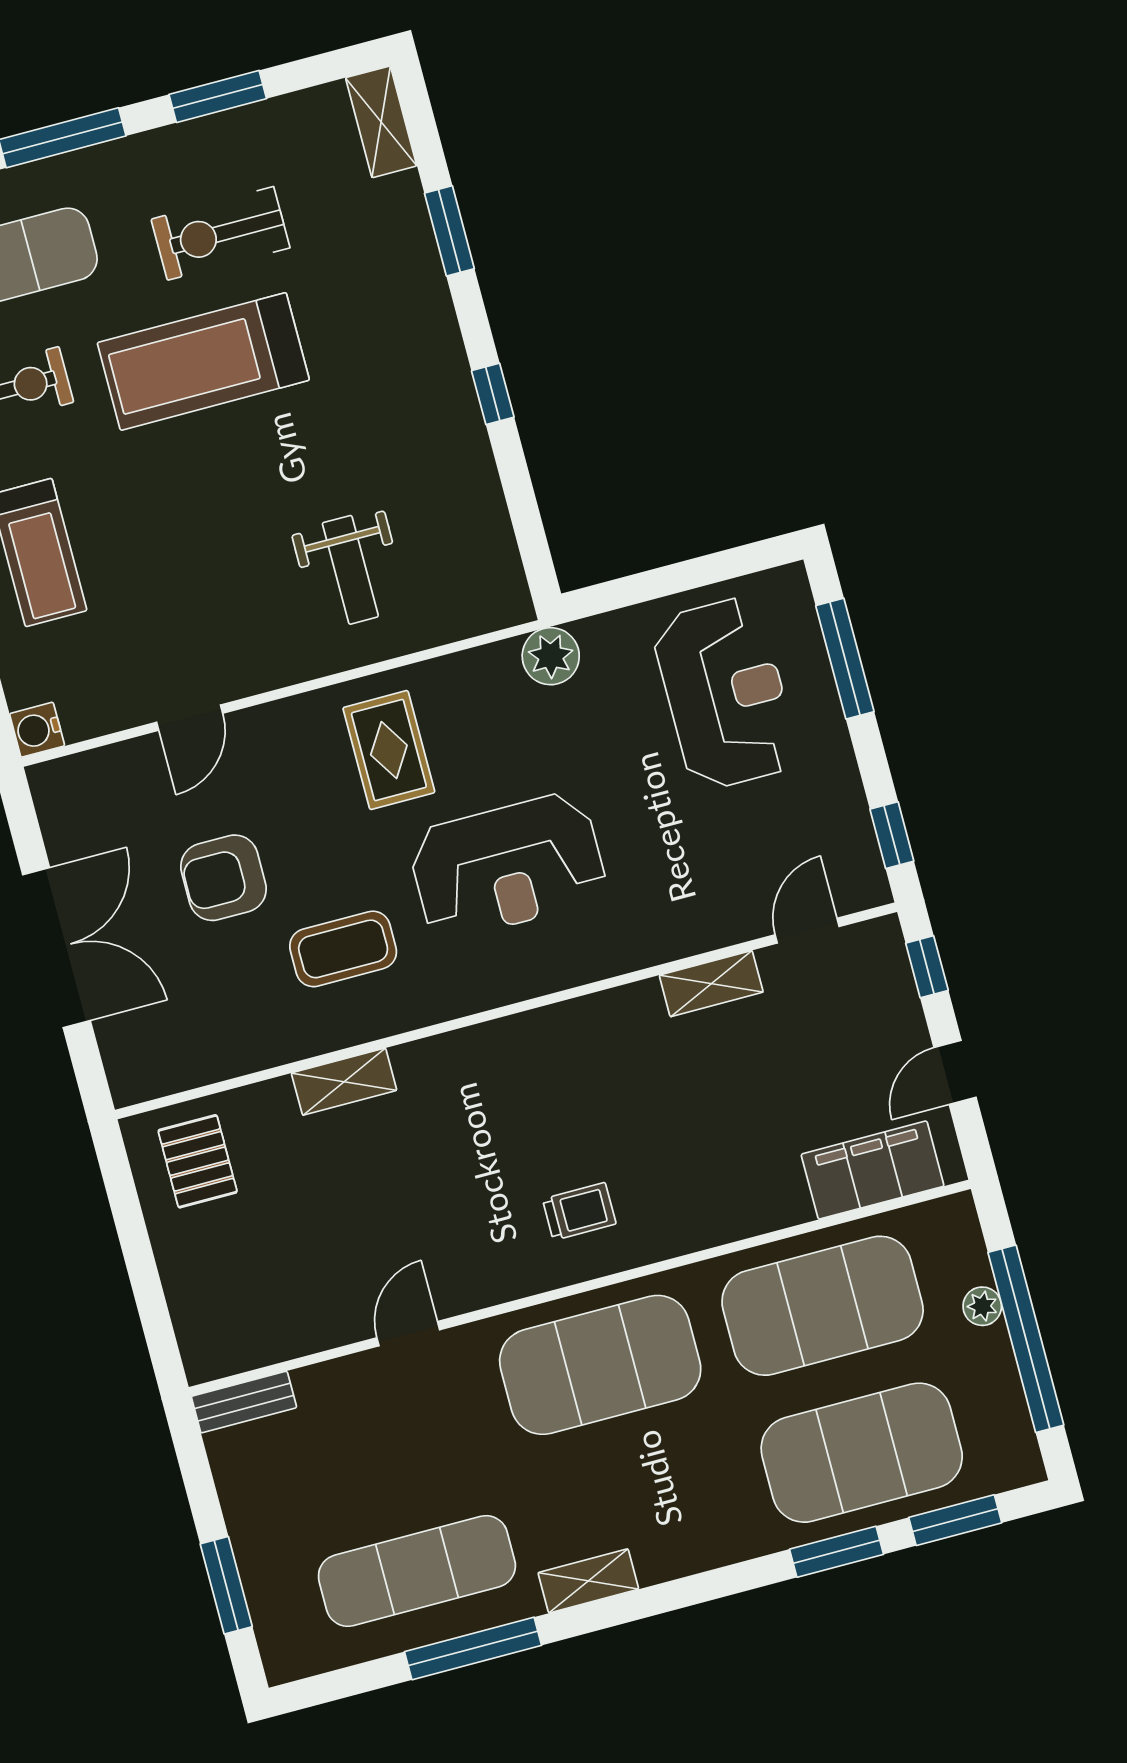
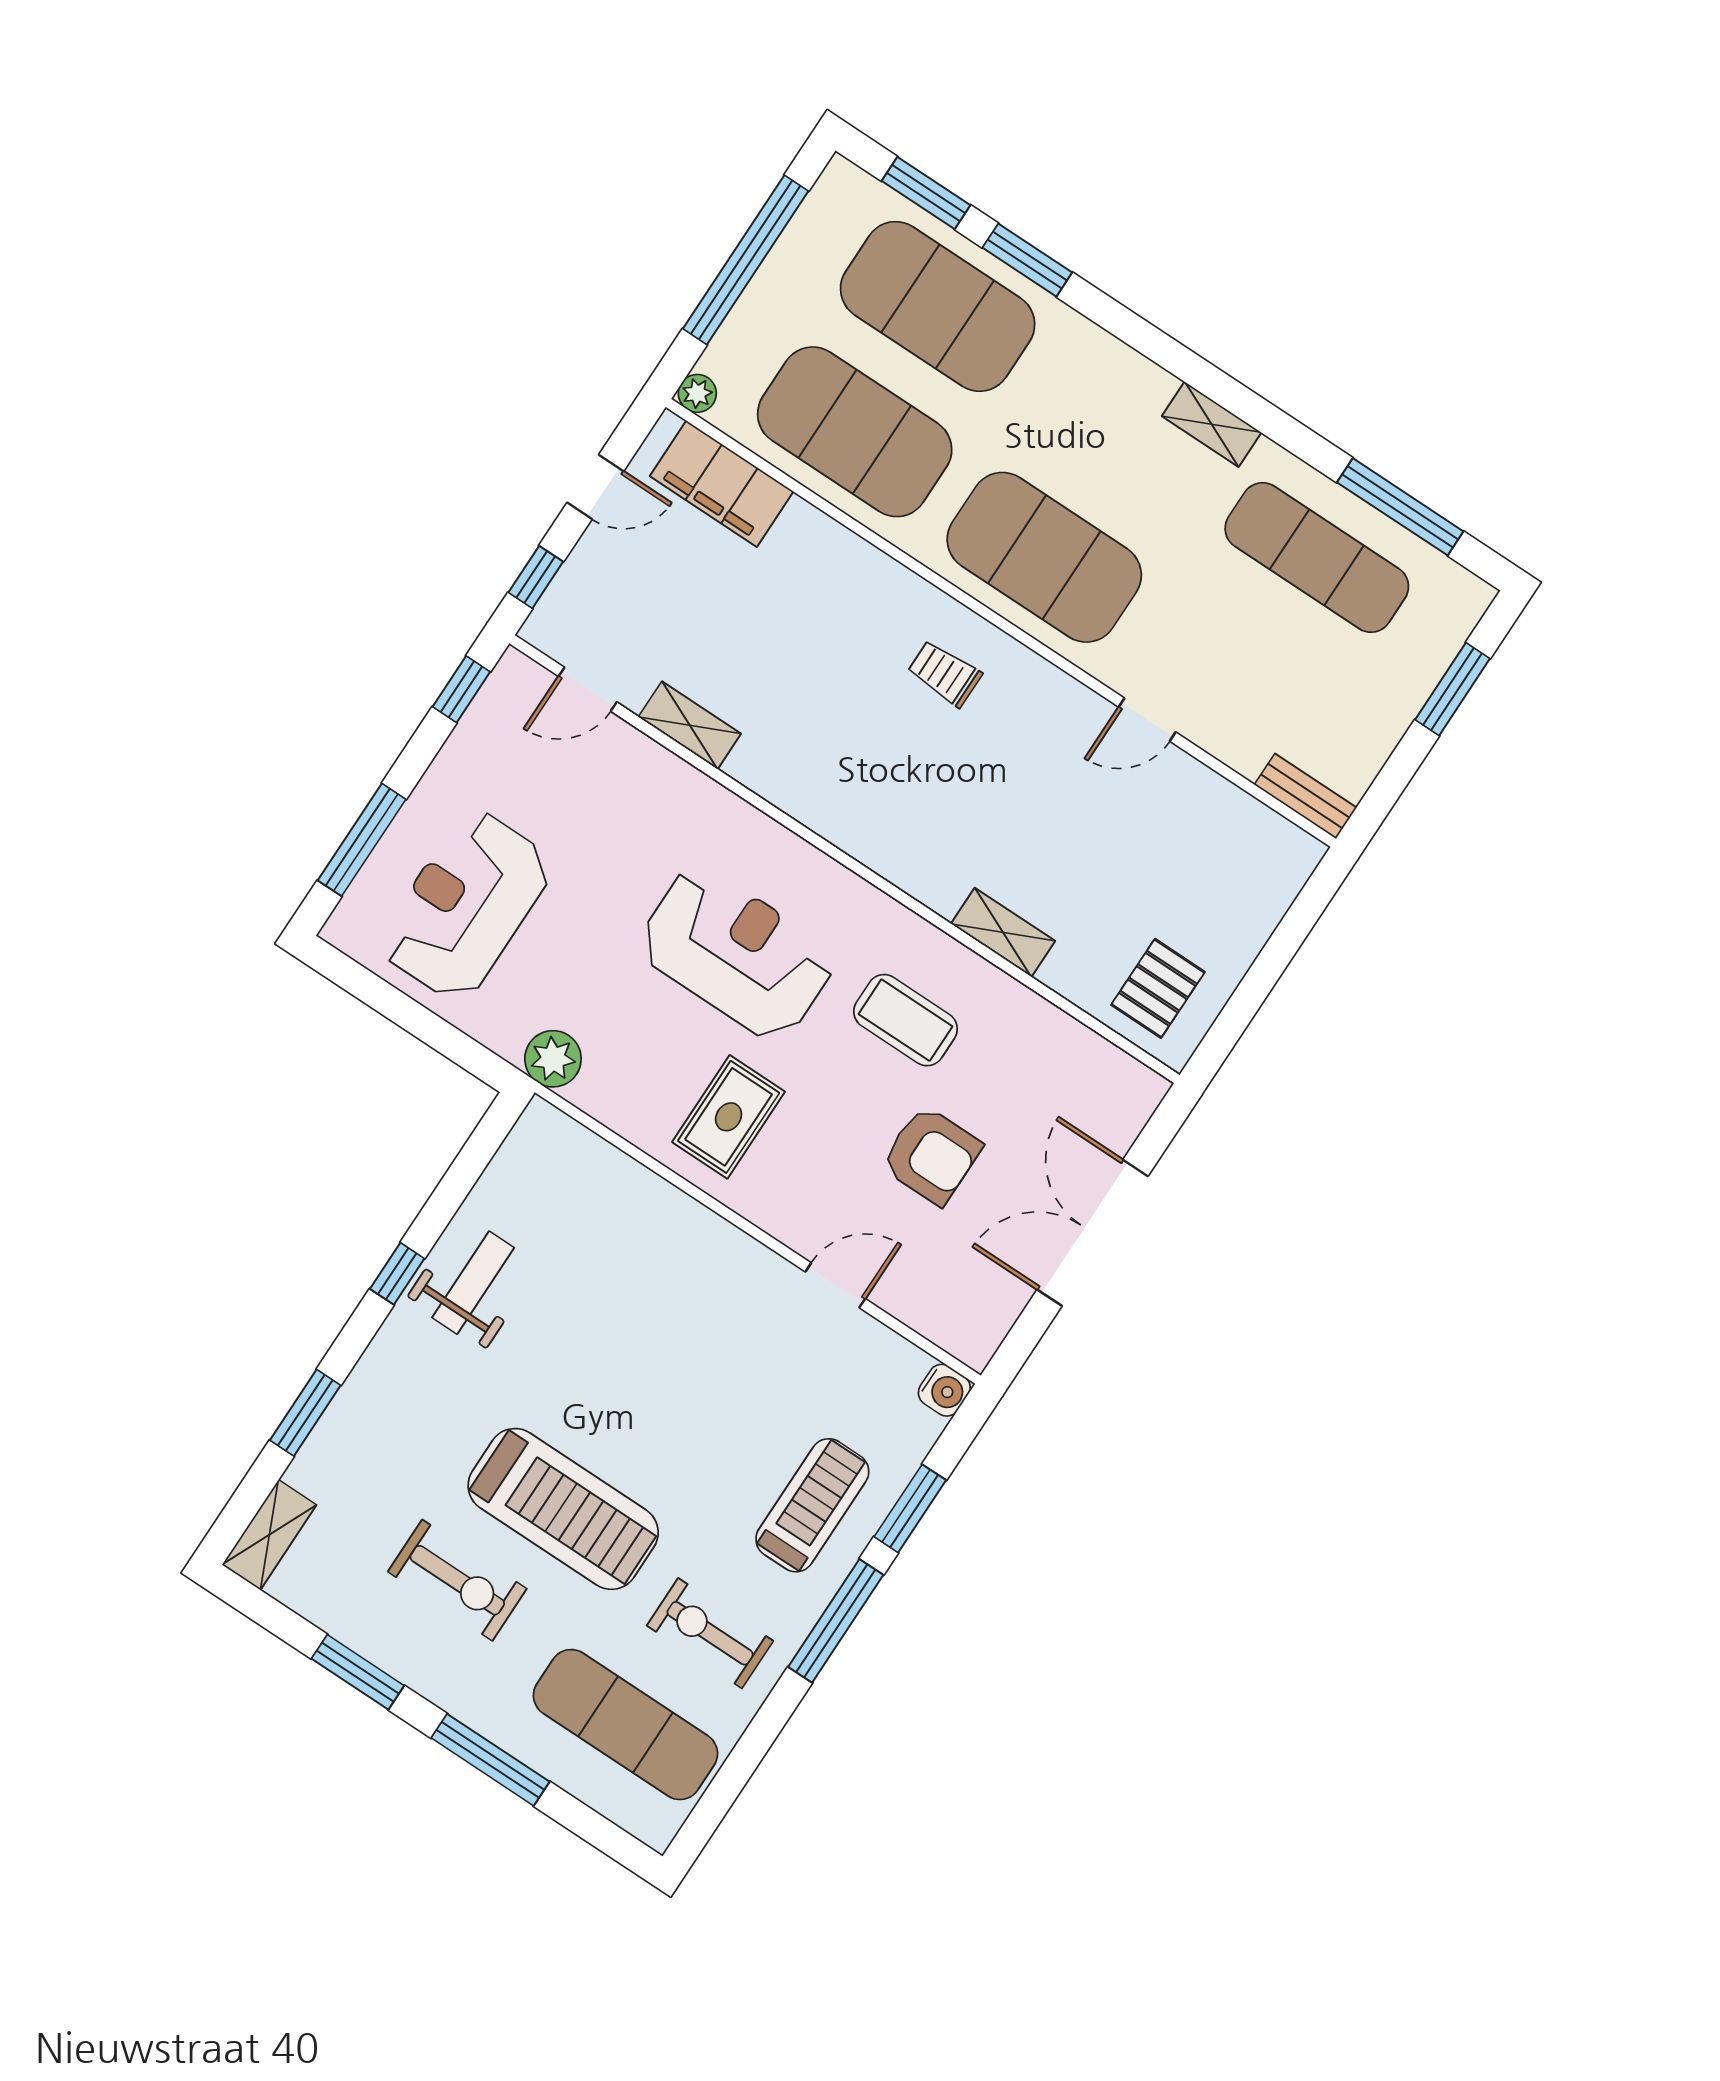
weight bench: (350, 570) -> (473, 1283), moved
plant: (982, 1306) -> (697, 393), moved
window: (473, 1648) -> (1400, 507), moved

